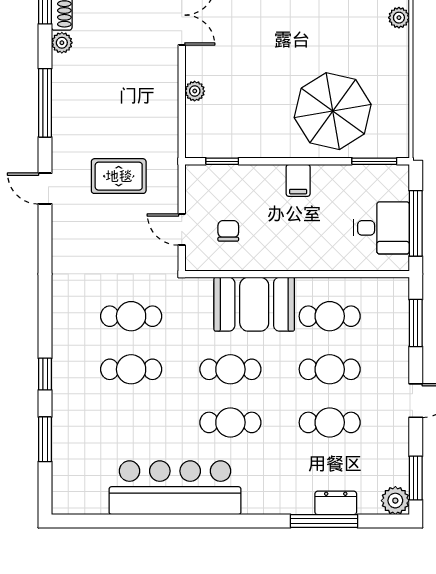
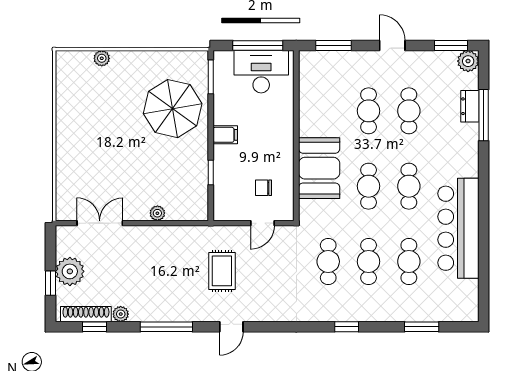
window: (222, 161) -> (211, 172), moved
desk: (381, 228) -> (261, 72), width x1.37
cafe table: (330, 316) -> (409, 262), moved
window: (45, 374) -> (347, 327), moved

